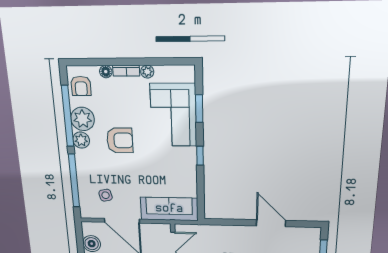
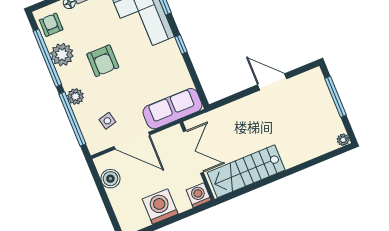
armchair: (81, 86) -> (51, 25), turned 180
plant: (81, 140) -> (75, 96), moved
armchair: (120, 140) -> (103, 61), turned 90

